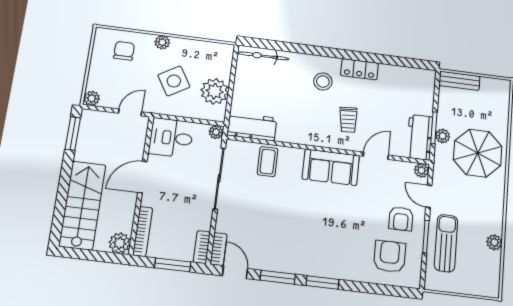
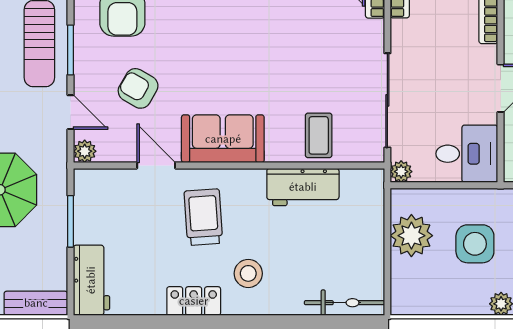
side table: (174, 81) -> (475, 244), turned 31
trolley: (348, 120) -> (203, 217), width x1.36, depth x1.39
workbench: (252, 127) -> (303, 187), moved
plant: (443, 136) -> (56, 210), removed
workbench: (420, 137) -> (91, 280), moved
door: (376, 156) -> (156, 165), swing flipped
armchair: (401, 219) -> (138, 88), moved, turned -60

